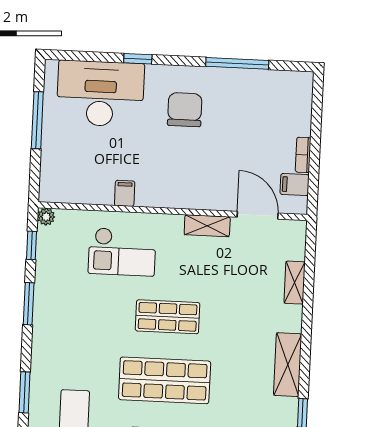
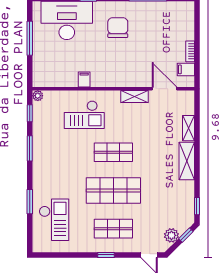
shelving: (288, 365) -> (187, 161), moved

